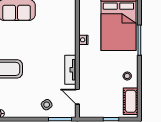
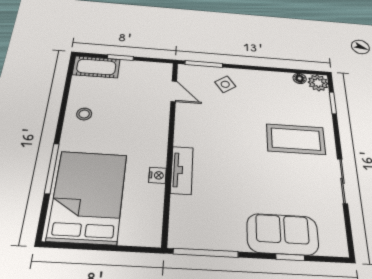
tv unit: (70, 70) -> (182, 170), moved
cot: (131, 101) -> (96, 67), moved, turned 90

